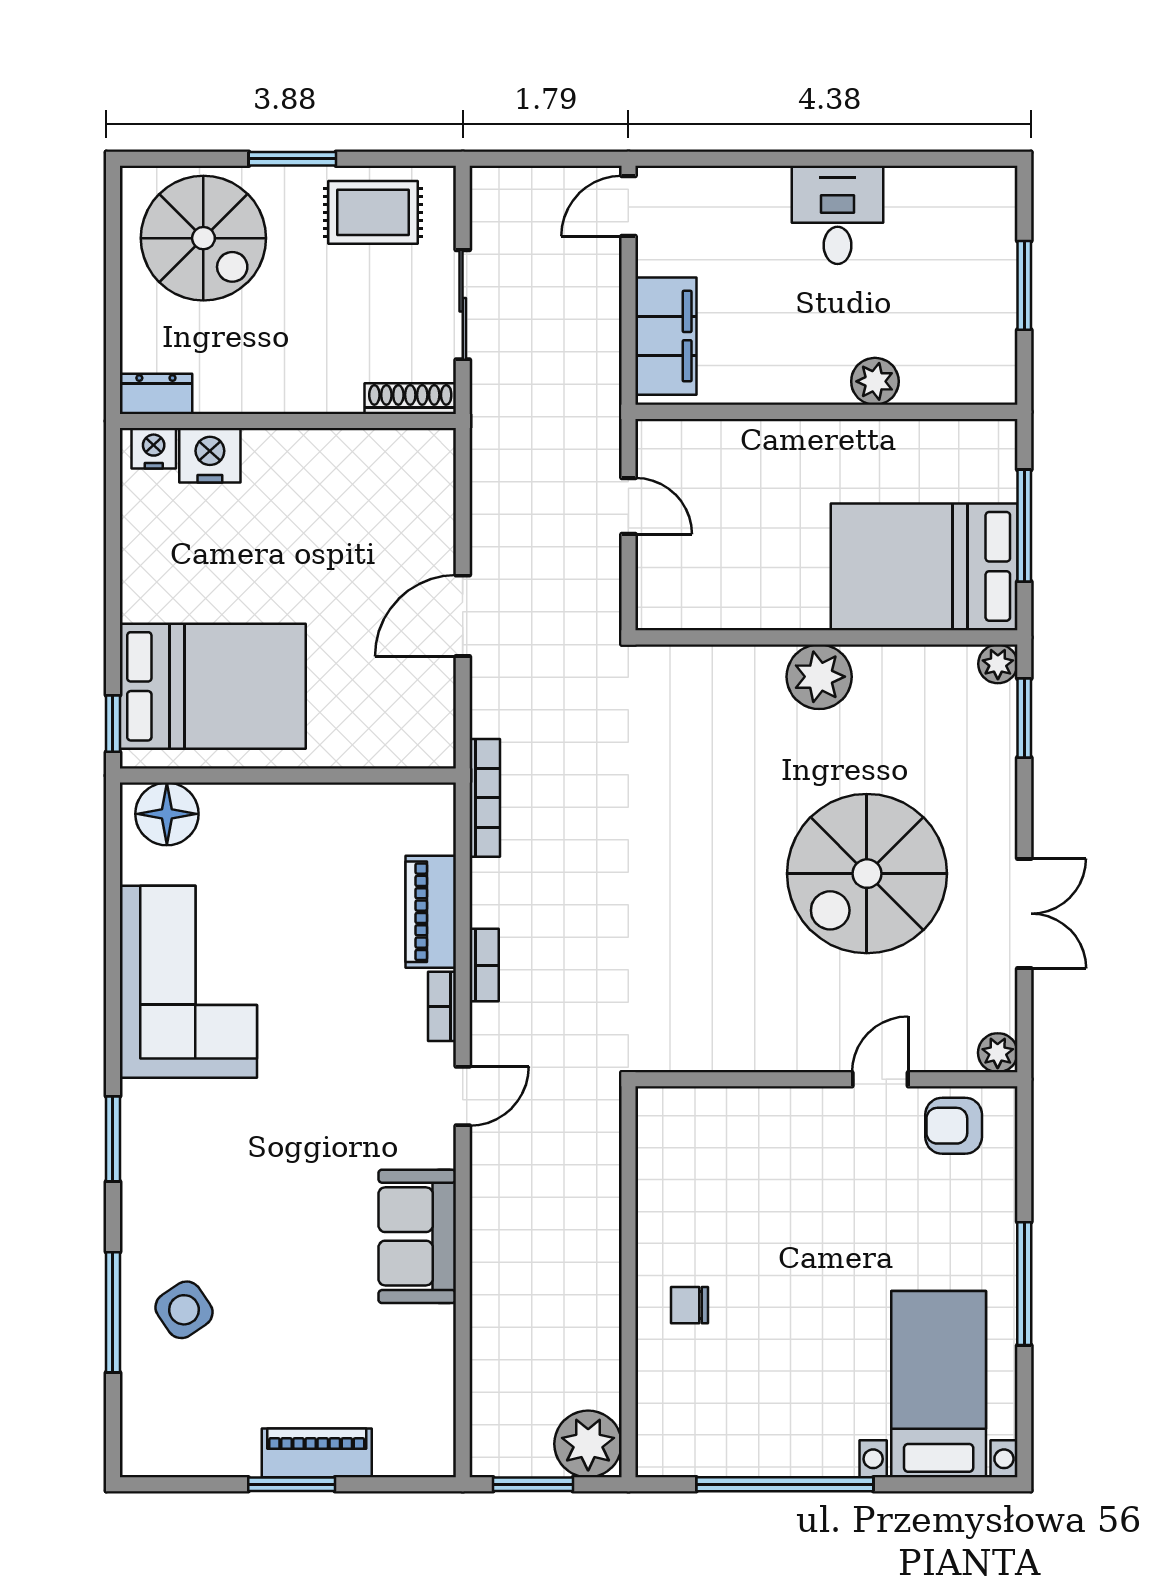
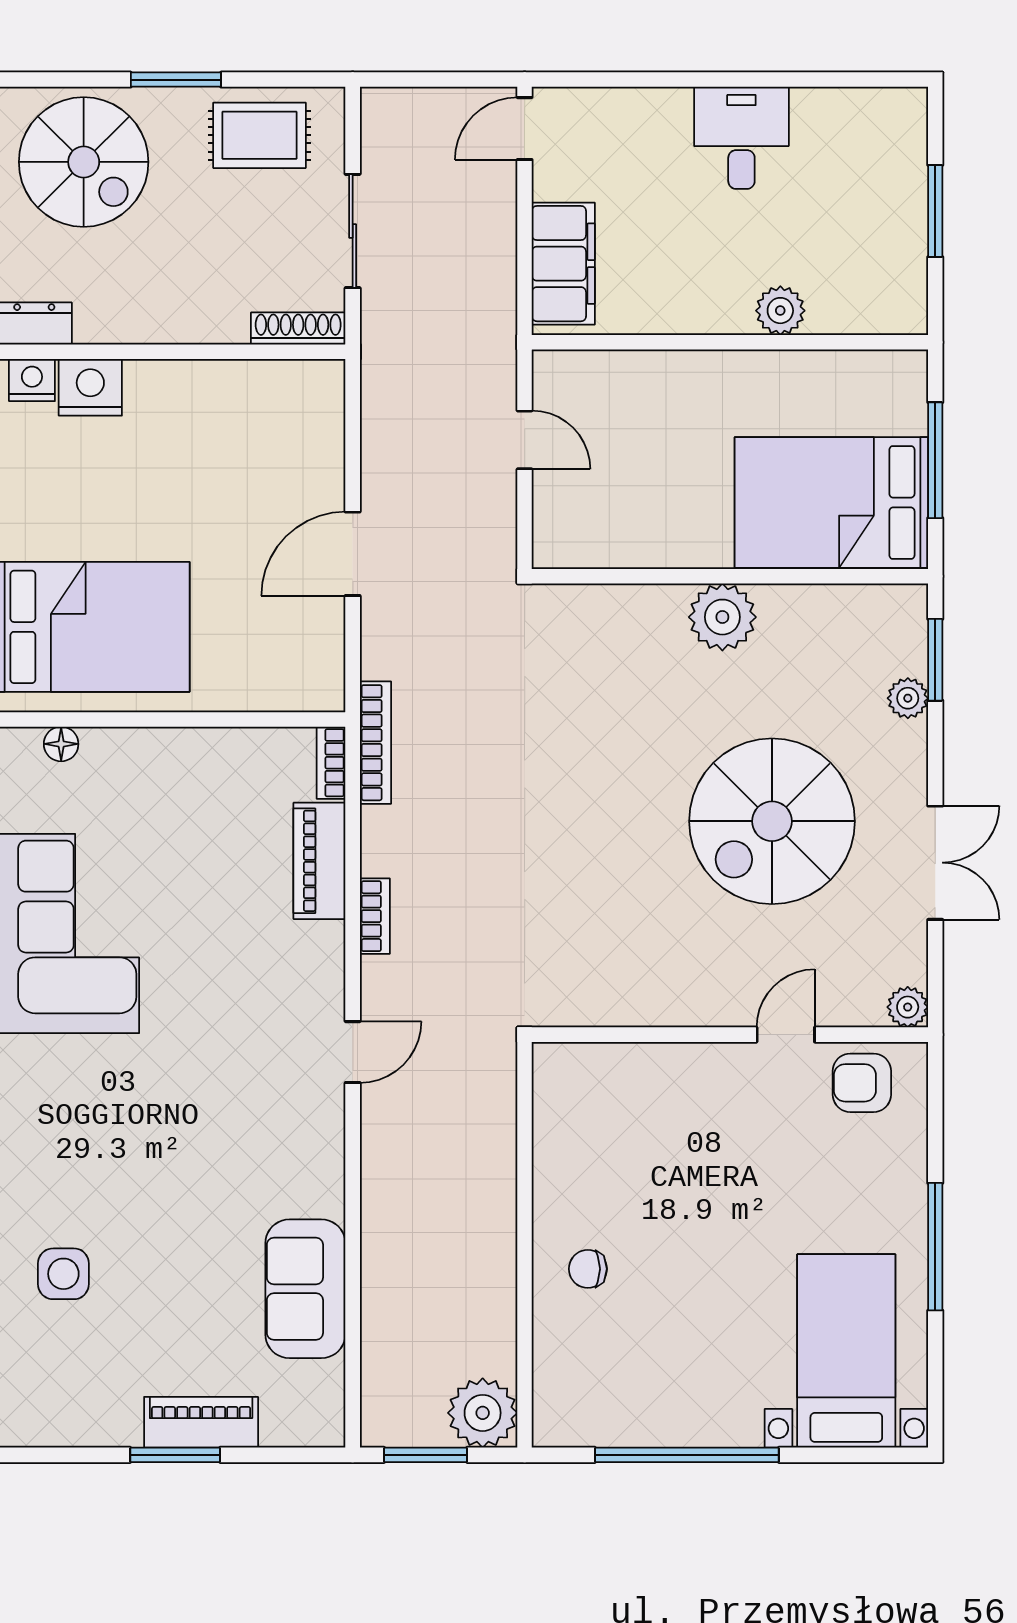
plant: (998, 664) -> (908, 698), moved
floor lamp: (167, 814) -> (61, 744), width x0.53, depth x0.53
bookcase: (442, 1006) -> (331, 763), moved
sofa: (417, 1236) -> (305, 1289), moved
side table: (184, 1310) -> (63, 1274), turned 34

